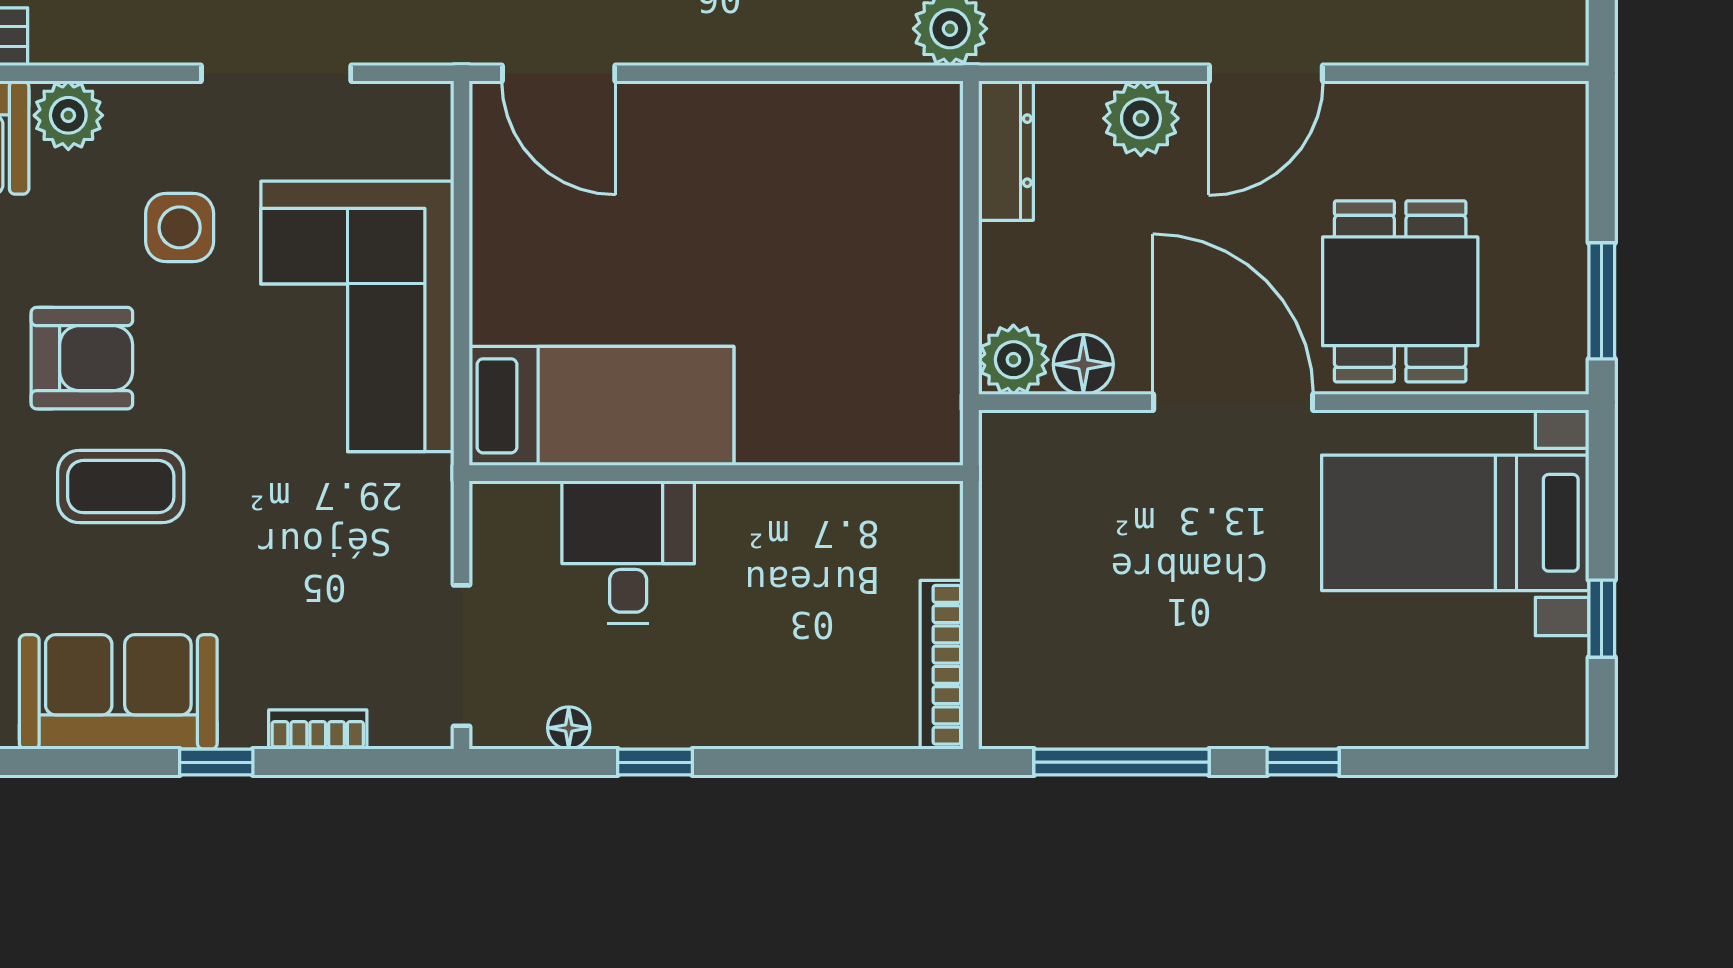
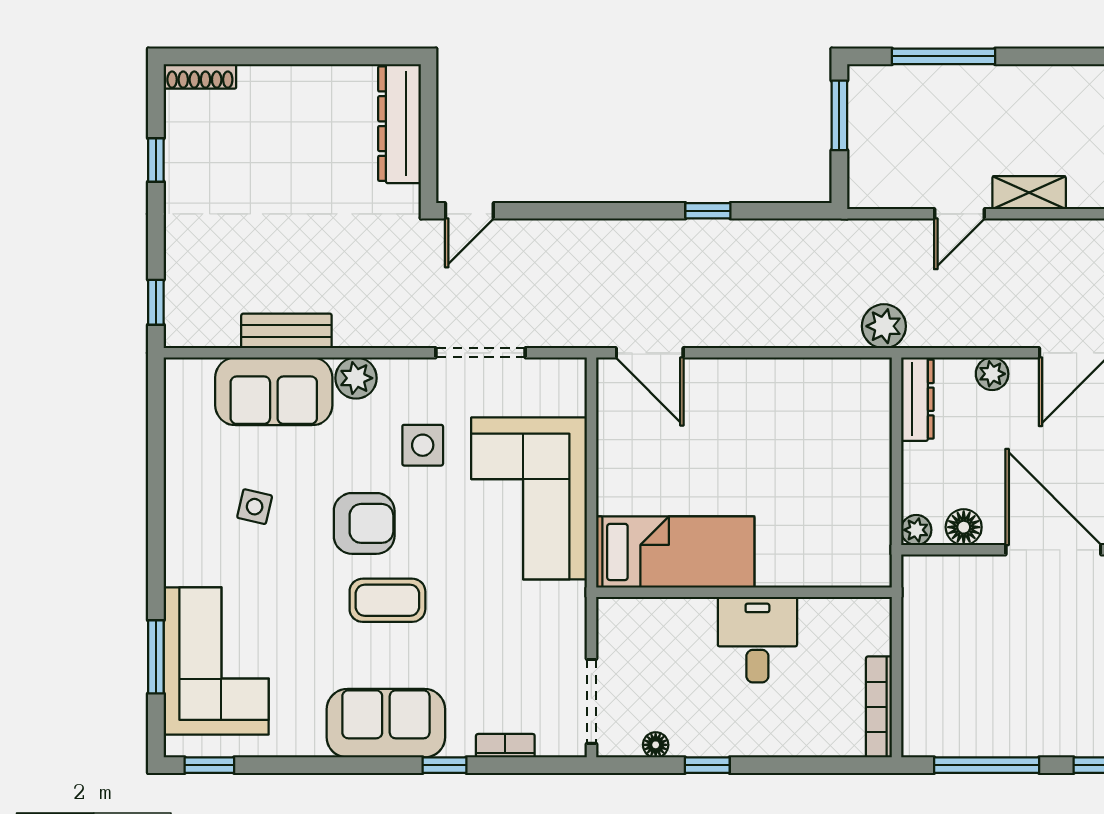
plant: (1141, 118) -> (992, 374), width x0.73, depth x0.73
plant: (1013, 360) -> (916, 530), width x0.73, depth x0.73
desk: (628, 552) -> (757, 640), moved

